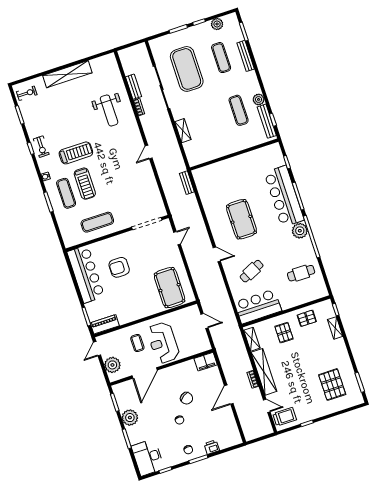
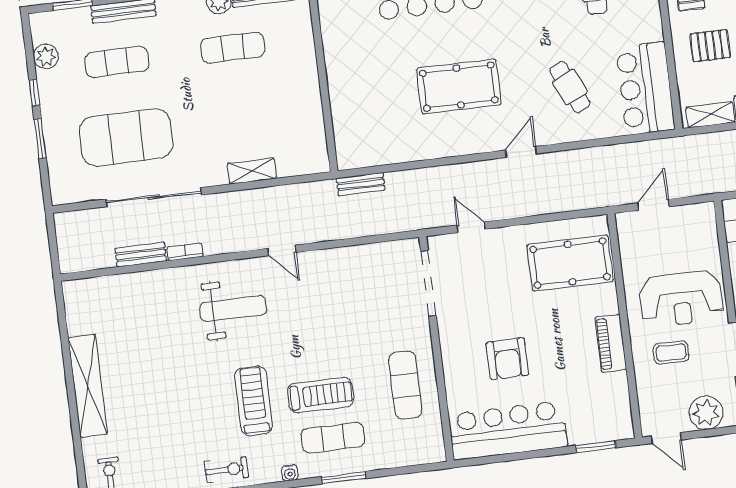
weight bench: (109, 110) -> (233, 309), moved
piano: (105, 324) -> (611, 343), moved

